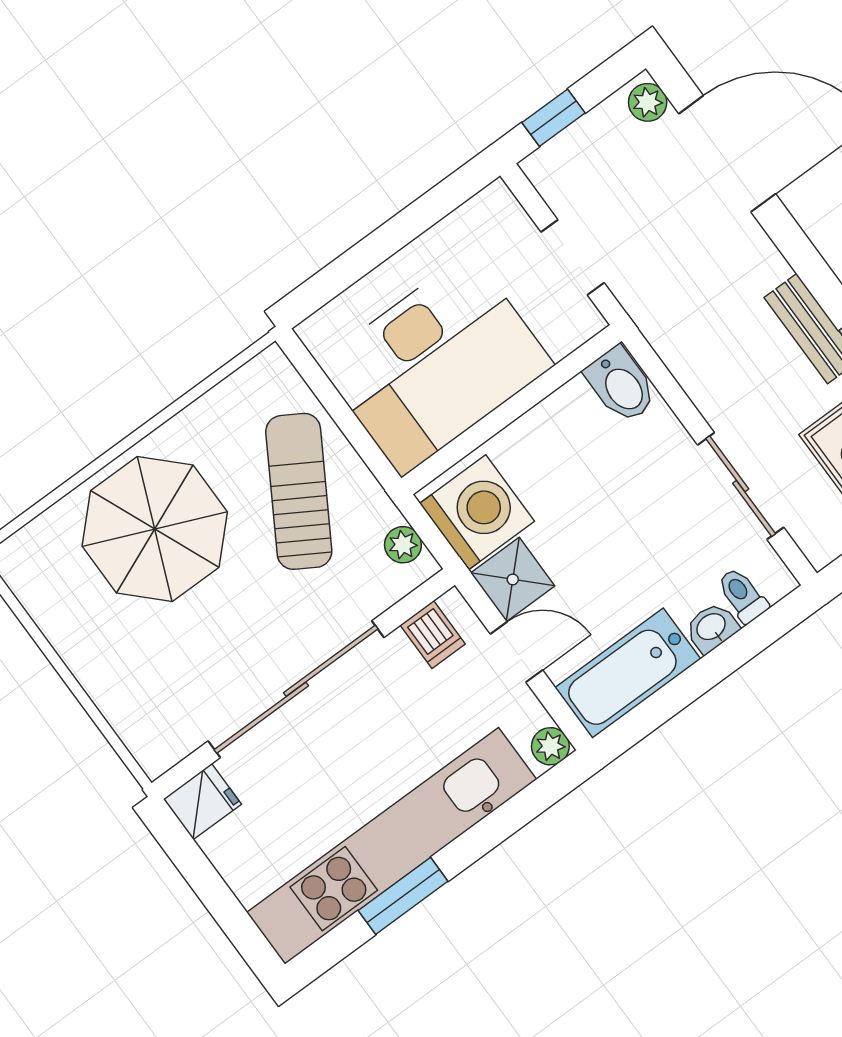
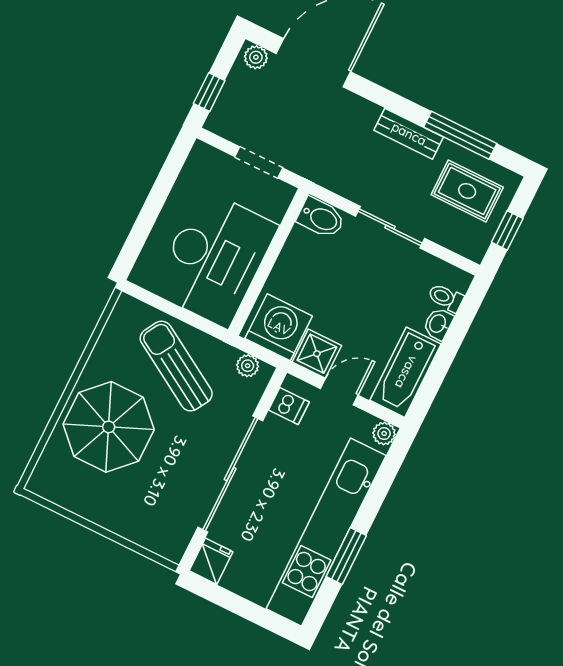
sliding door: (741, 486) -> (390, 227), moved

